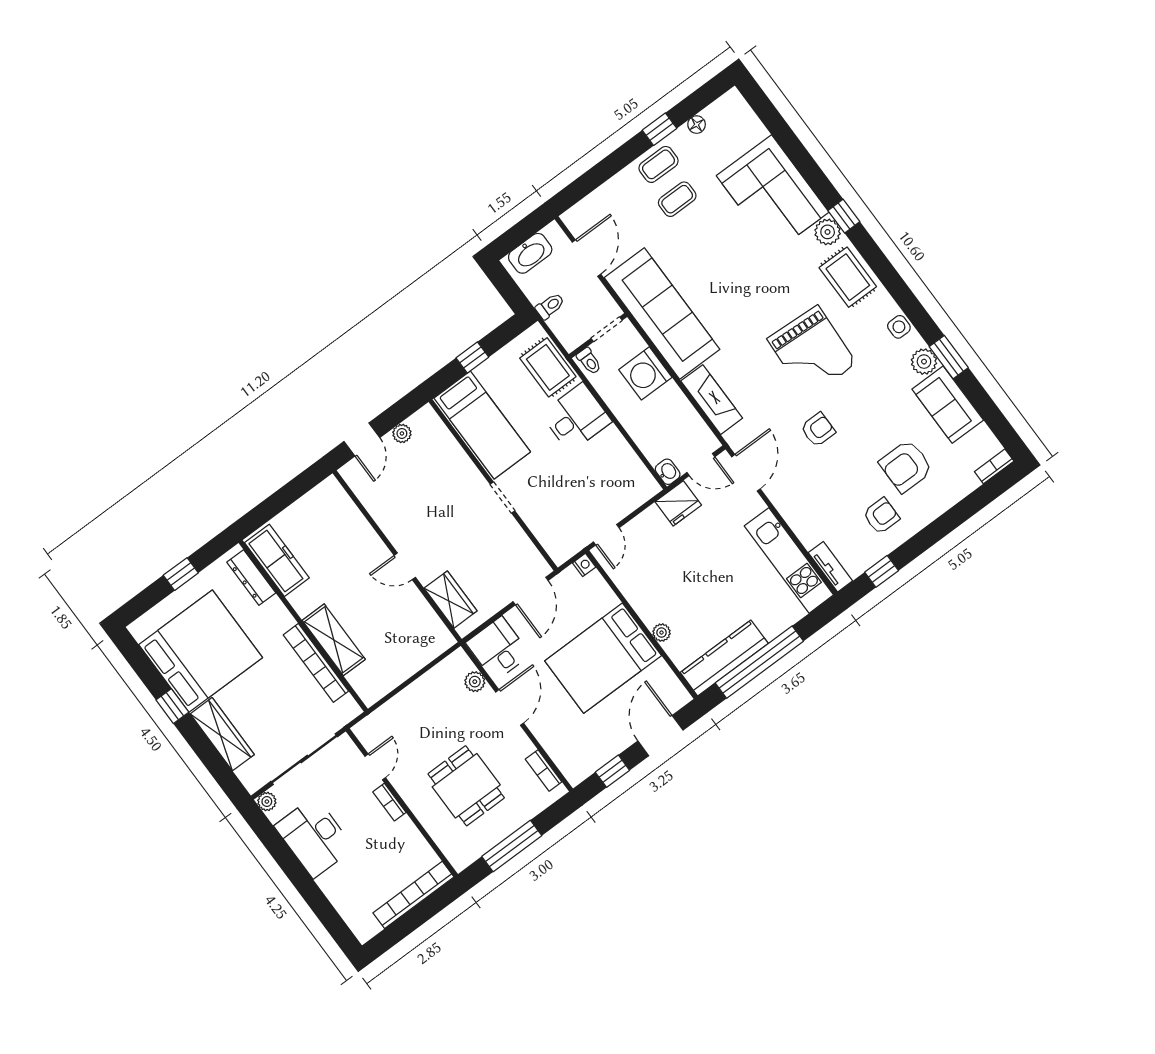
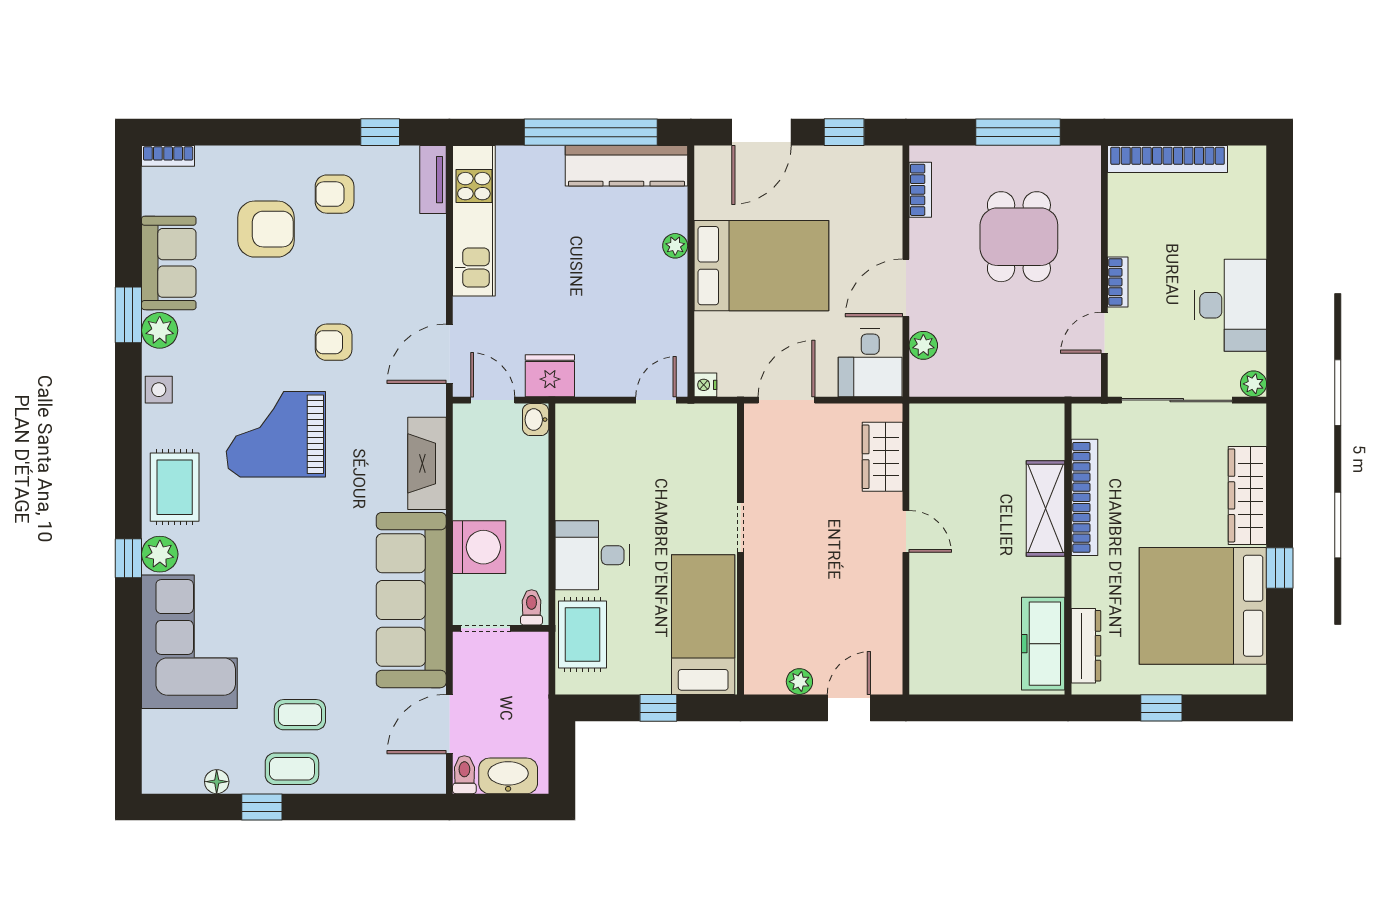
toilet: (550, 306) -> (464, 775), moved, turned 90
grand piano: (812, 351) -> (276, 434), turned -93

